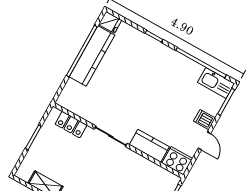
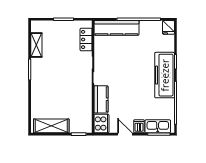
kitchen counter: (92, 56) -> (117, 28), moved
freezer: (162, 57) -> (165, 75), added
kitchen sink: (216, 83) -> (158, 126), moved, turned 90
door: (204, 141) -> (125, 134), swing flipped

